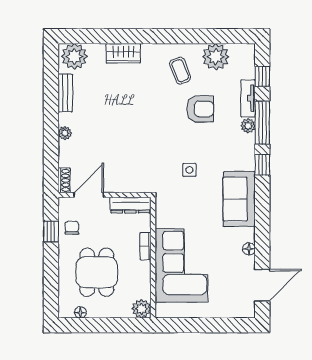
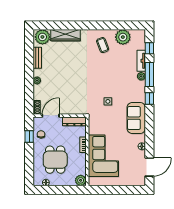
wardrobe: (123, 53) -> (65, 35), width x1.50
armchair: (200, 109) -> (114, 67), removed

